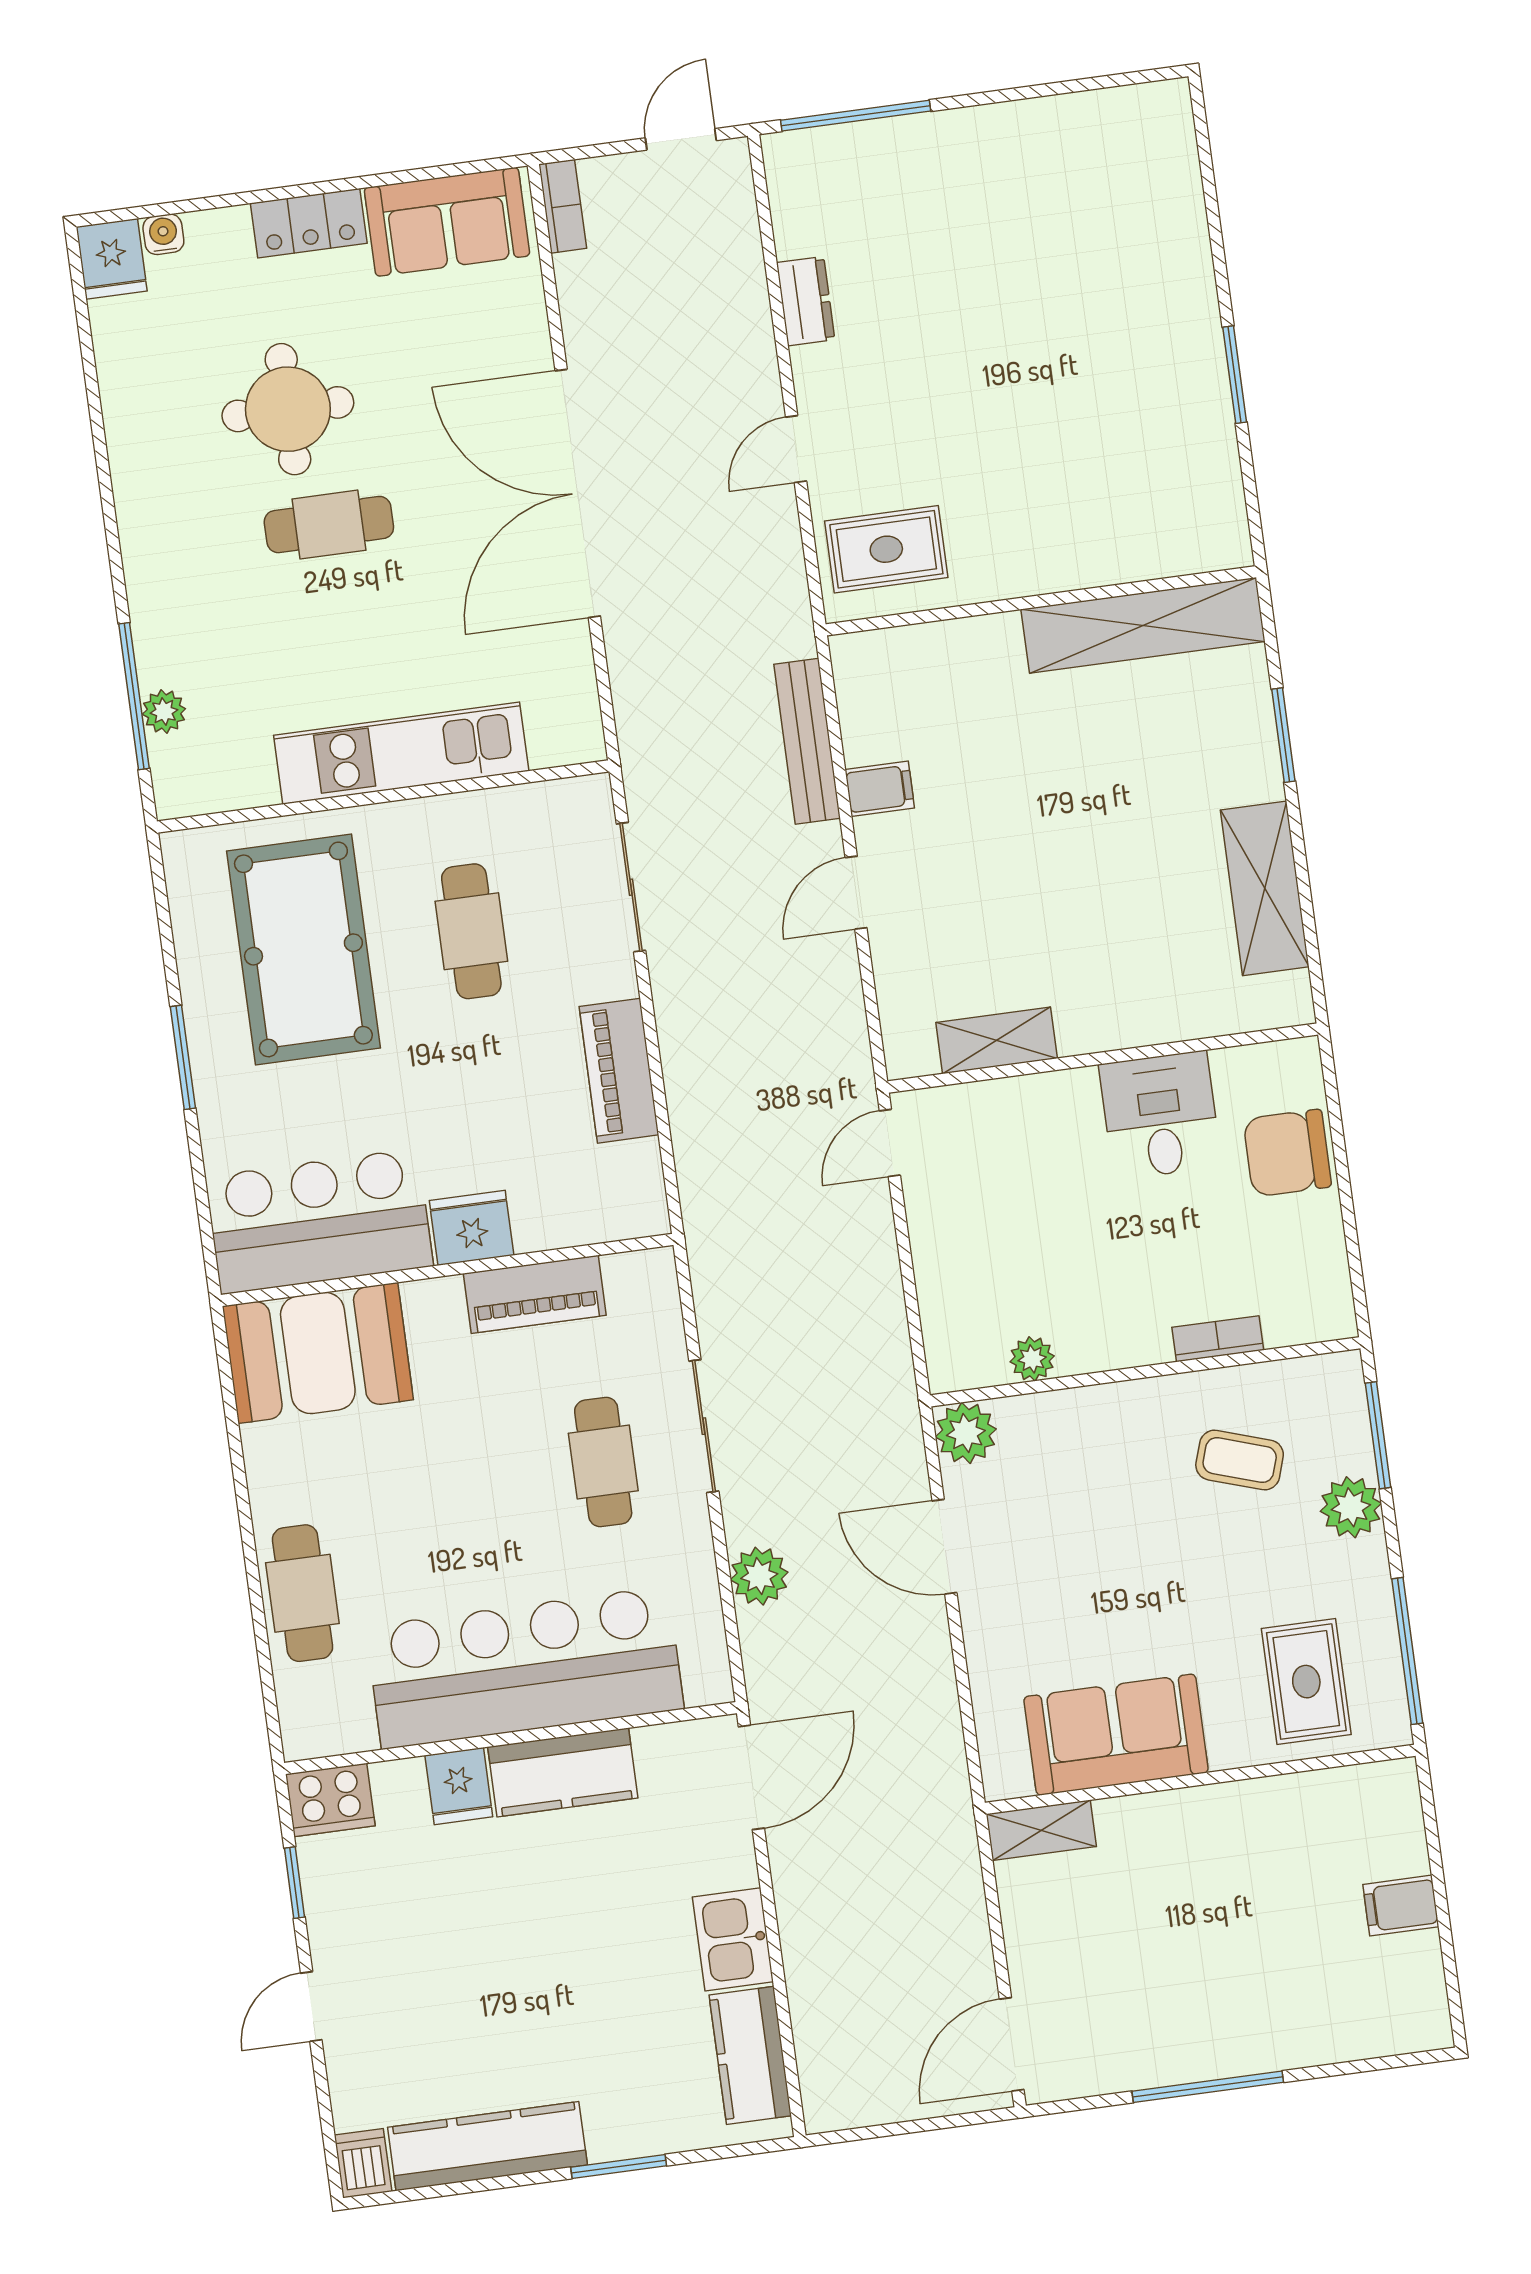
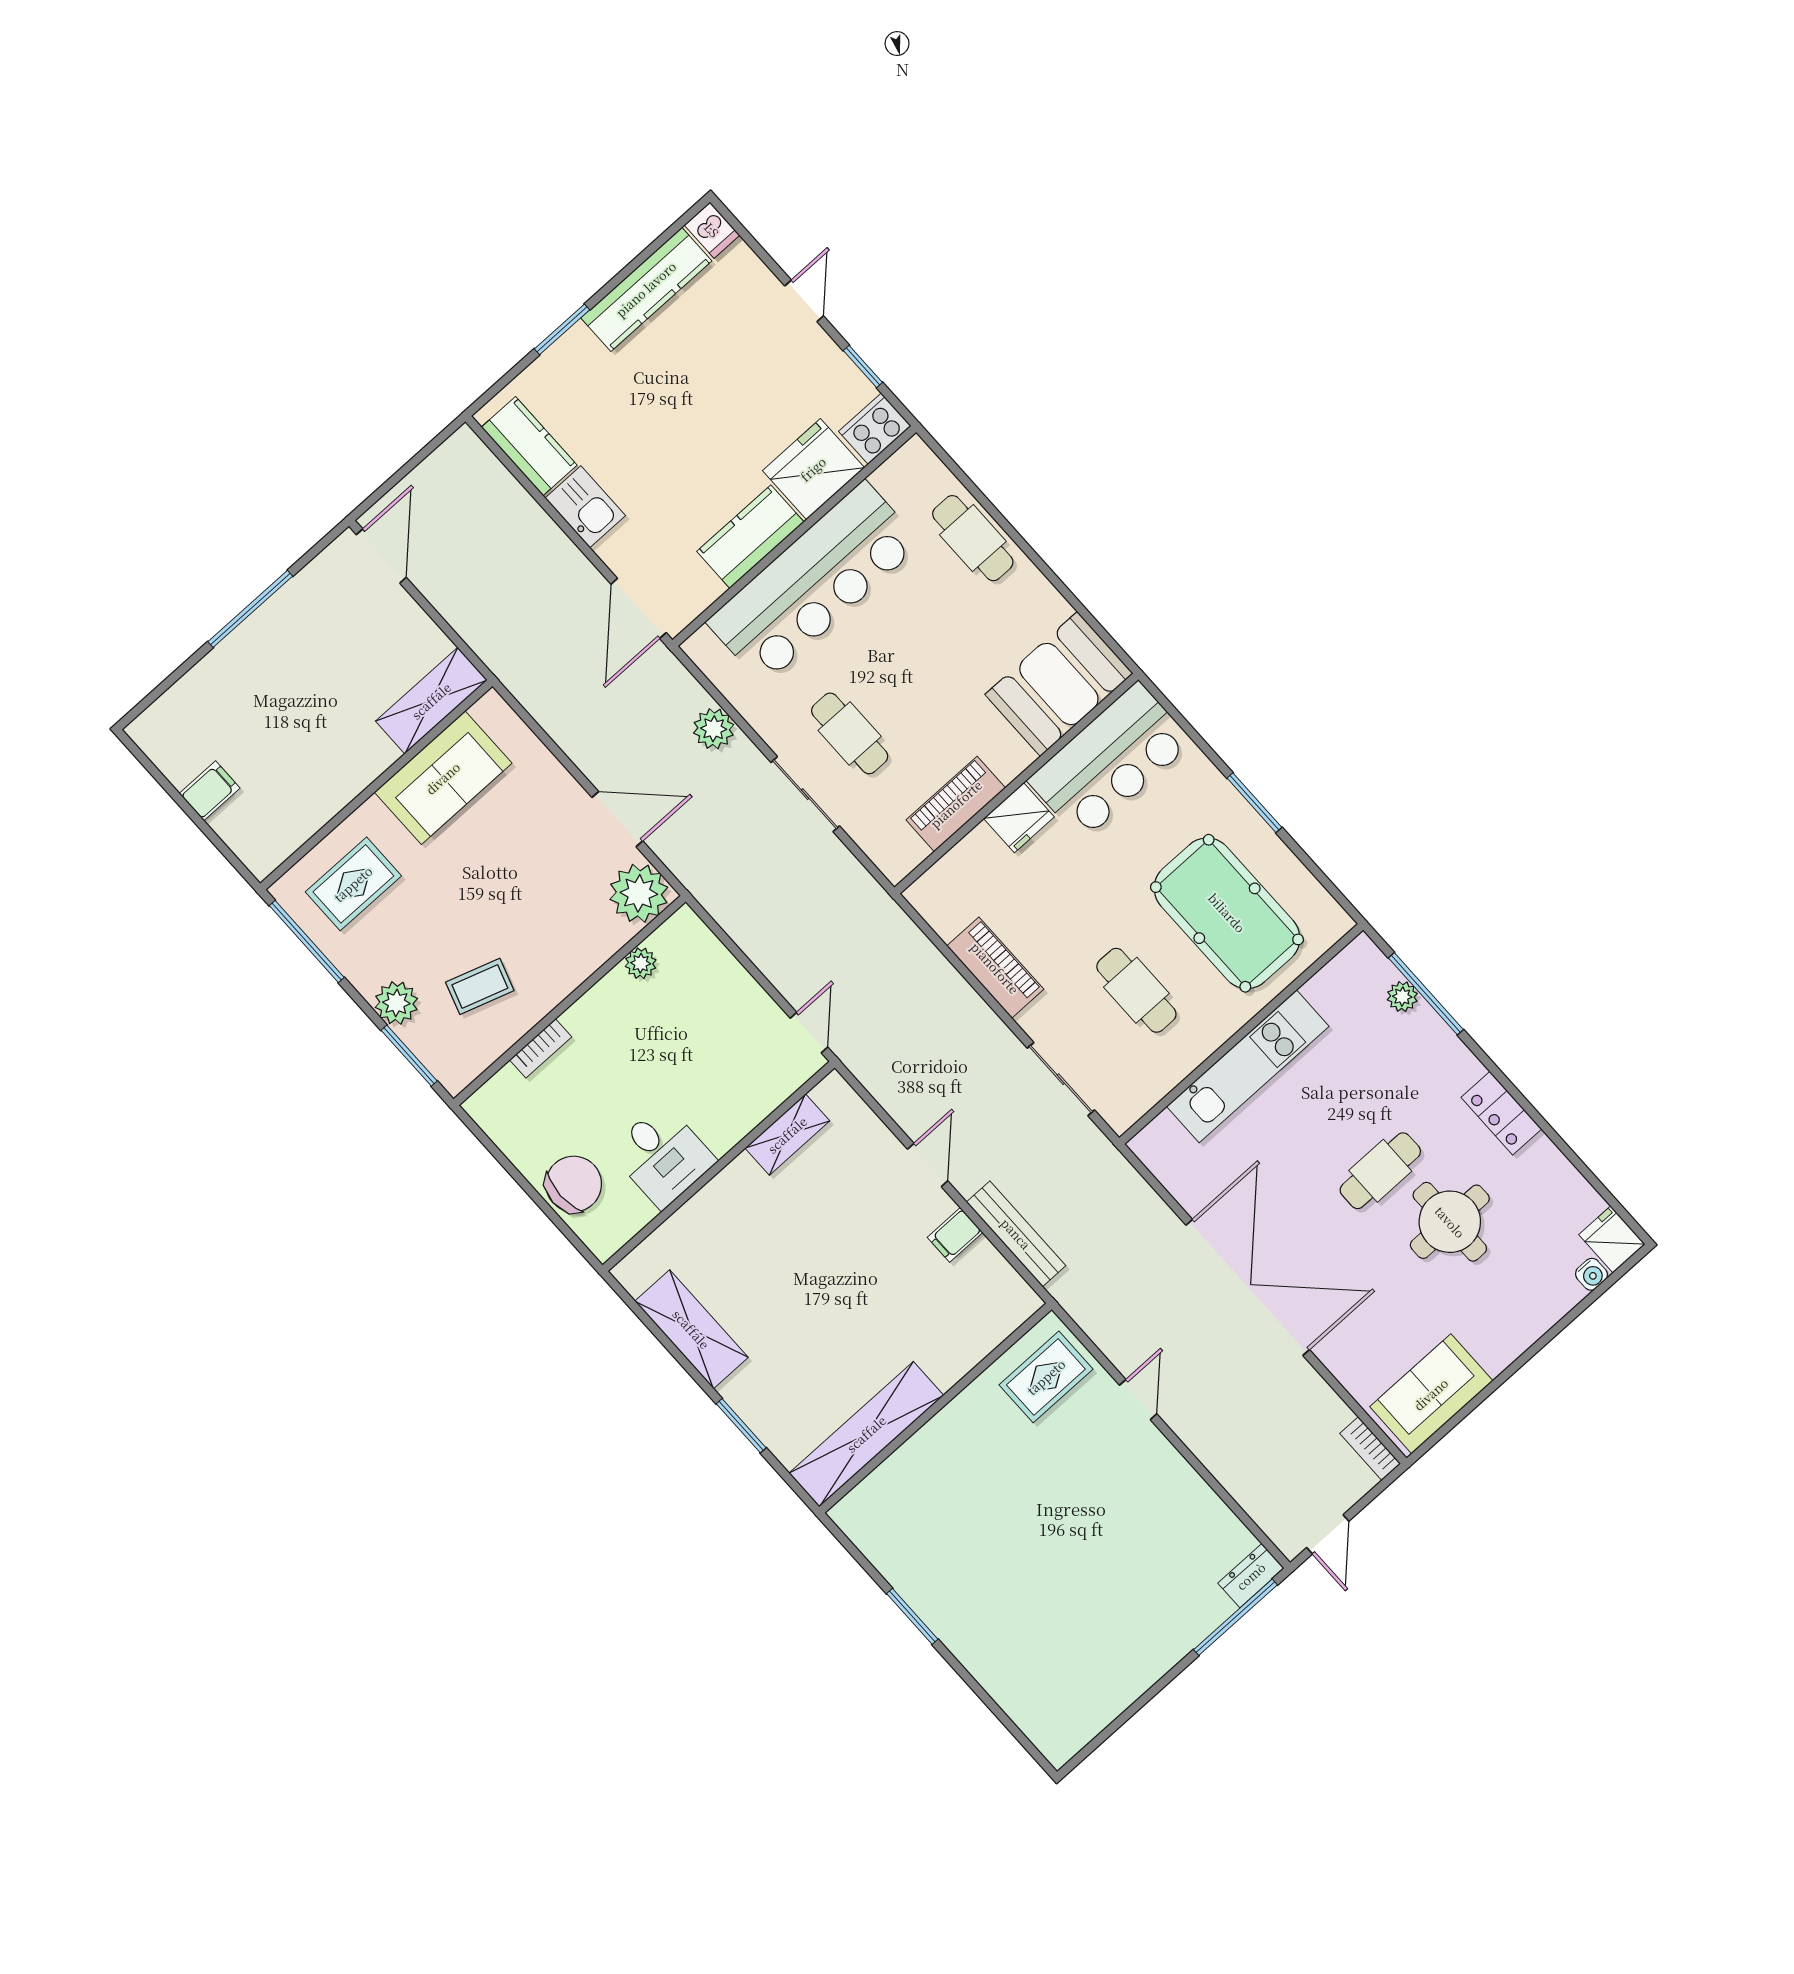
locker: (309, 223) -> (1501, 1113), moved, turned -90
dresser: (806, 301) -> (1251, 1576), moved, turned 90
plant: (966, 1433) -> (639, 893), width x1.36, depth x1.36
rug: (1306, 1682) -> (353, 884), turned 90
fridge: (459, 1786) -> (813, 469), width x1.88, depth x1.34
shelving: (1041, 1830) -> (431, 701), width x1.50, depth x1.33

